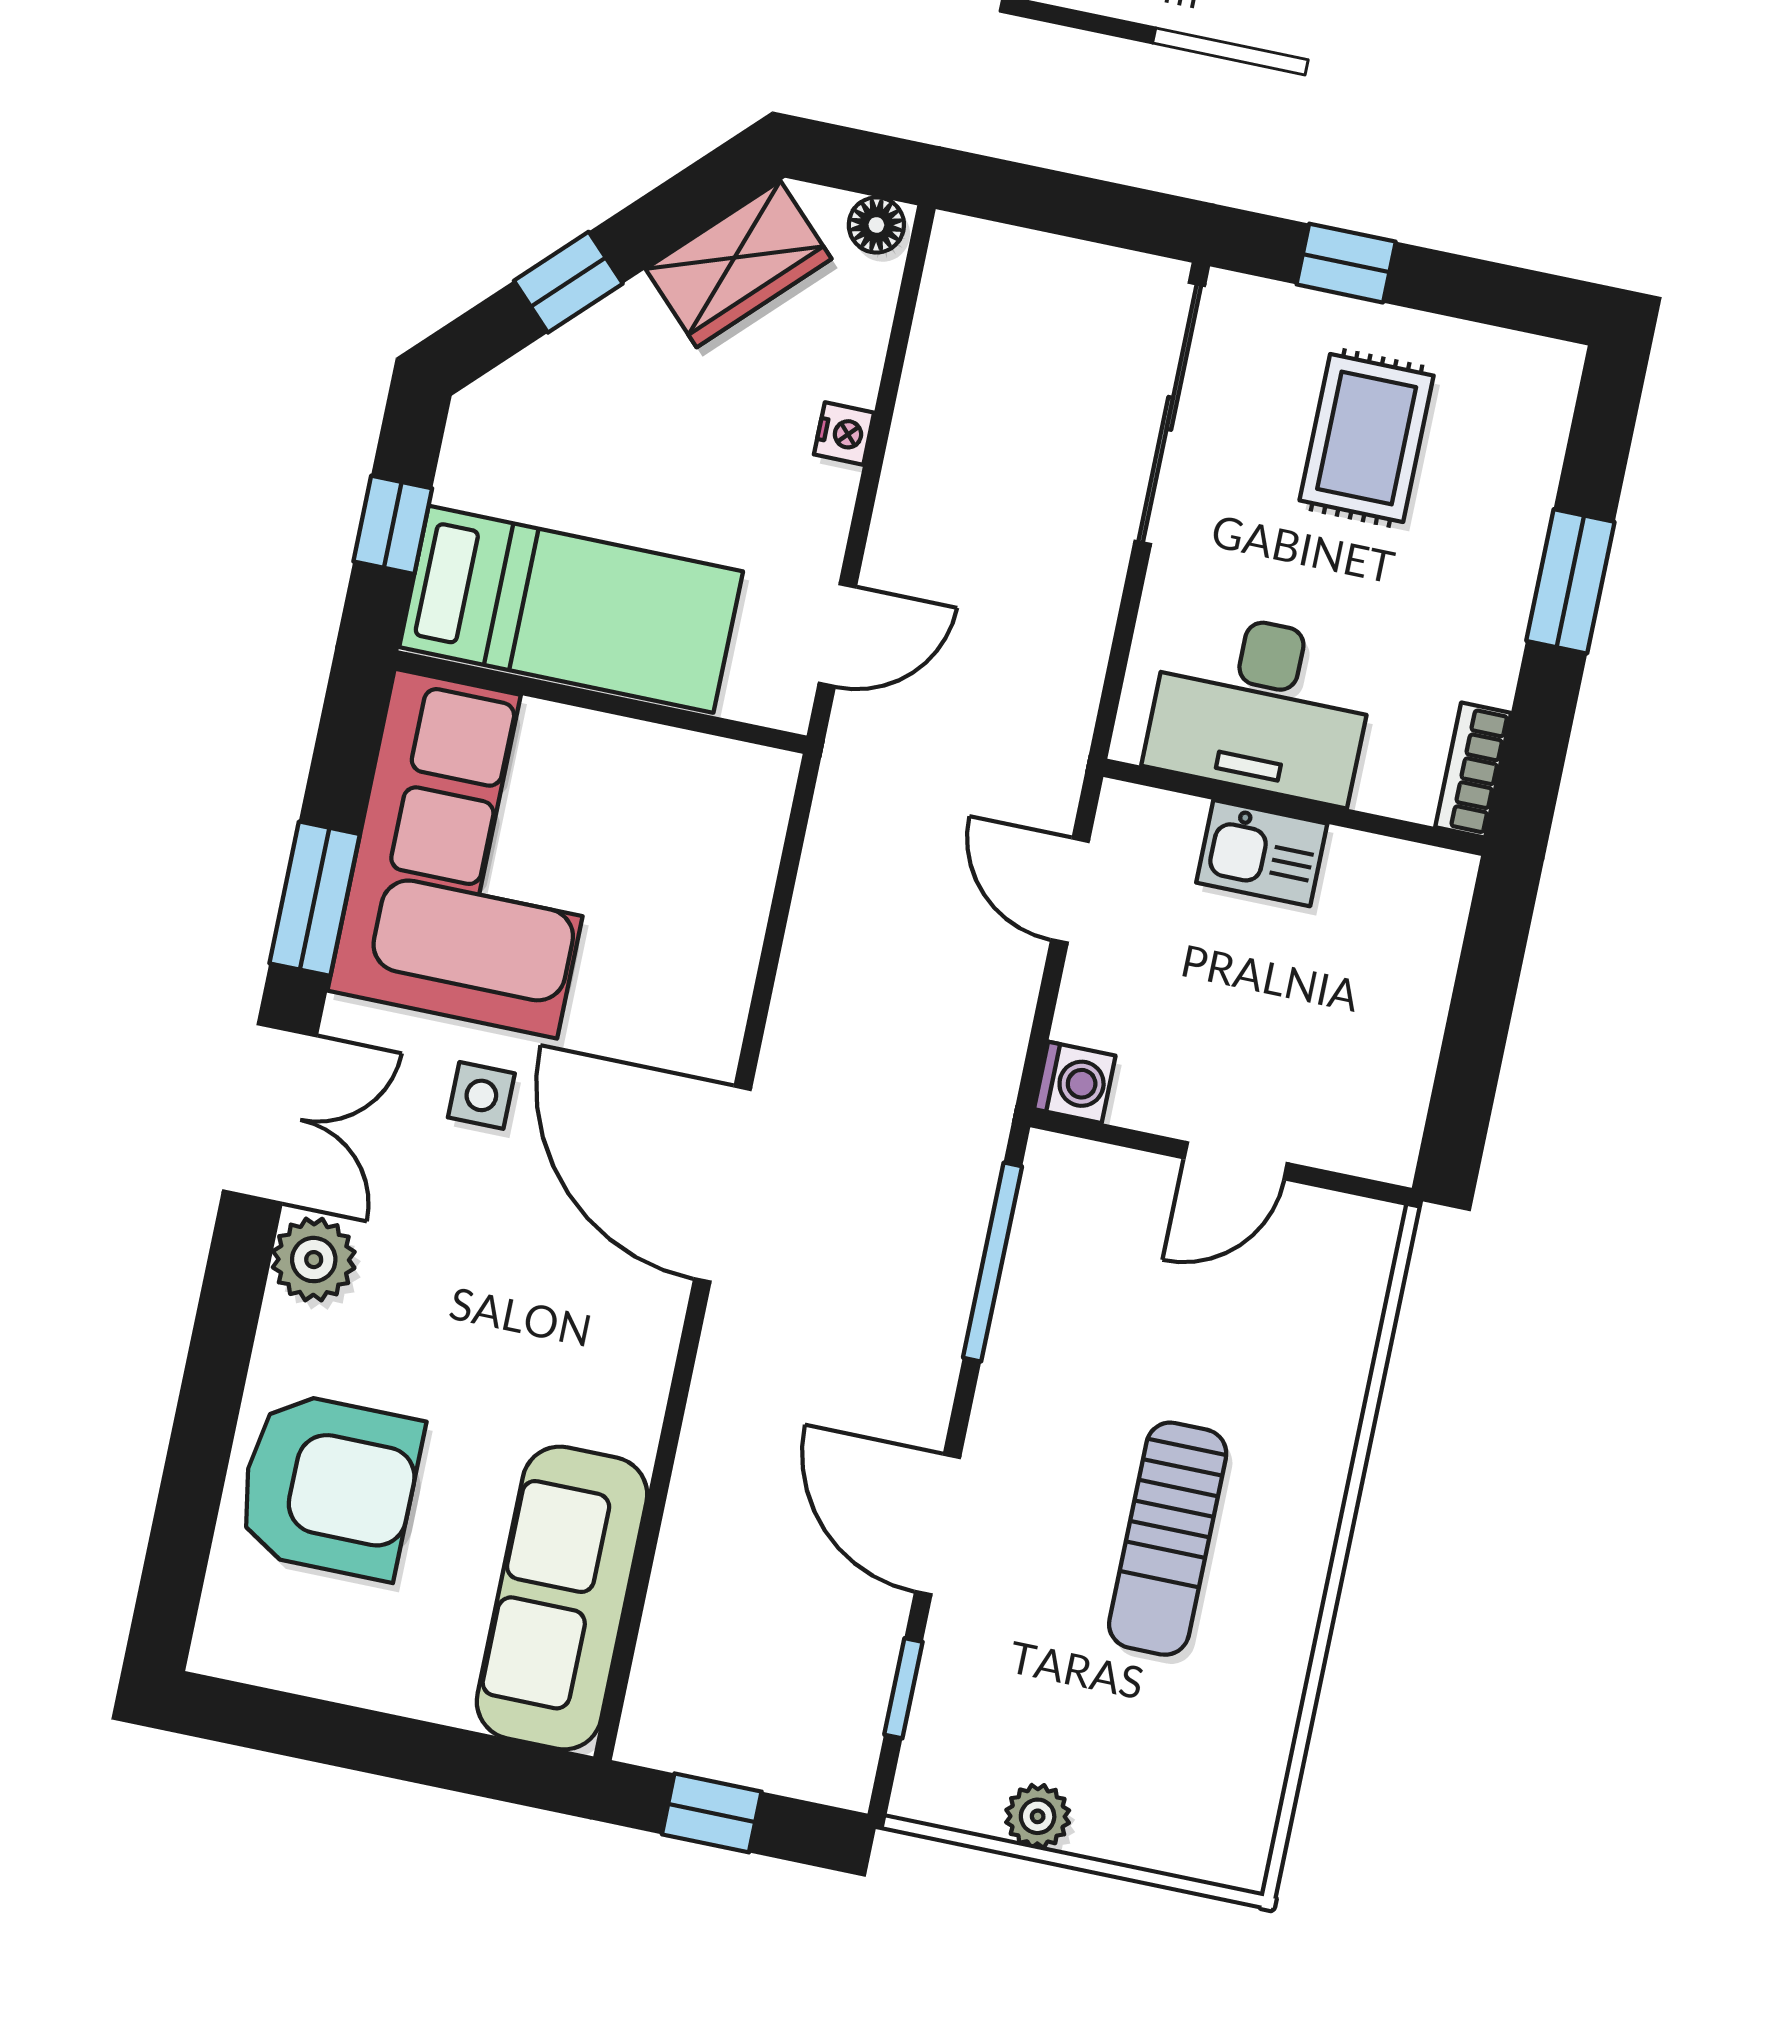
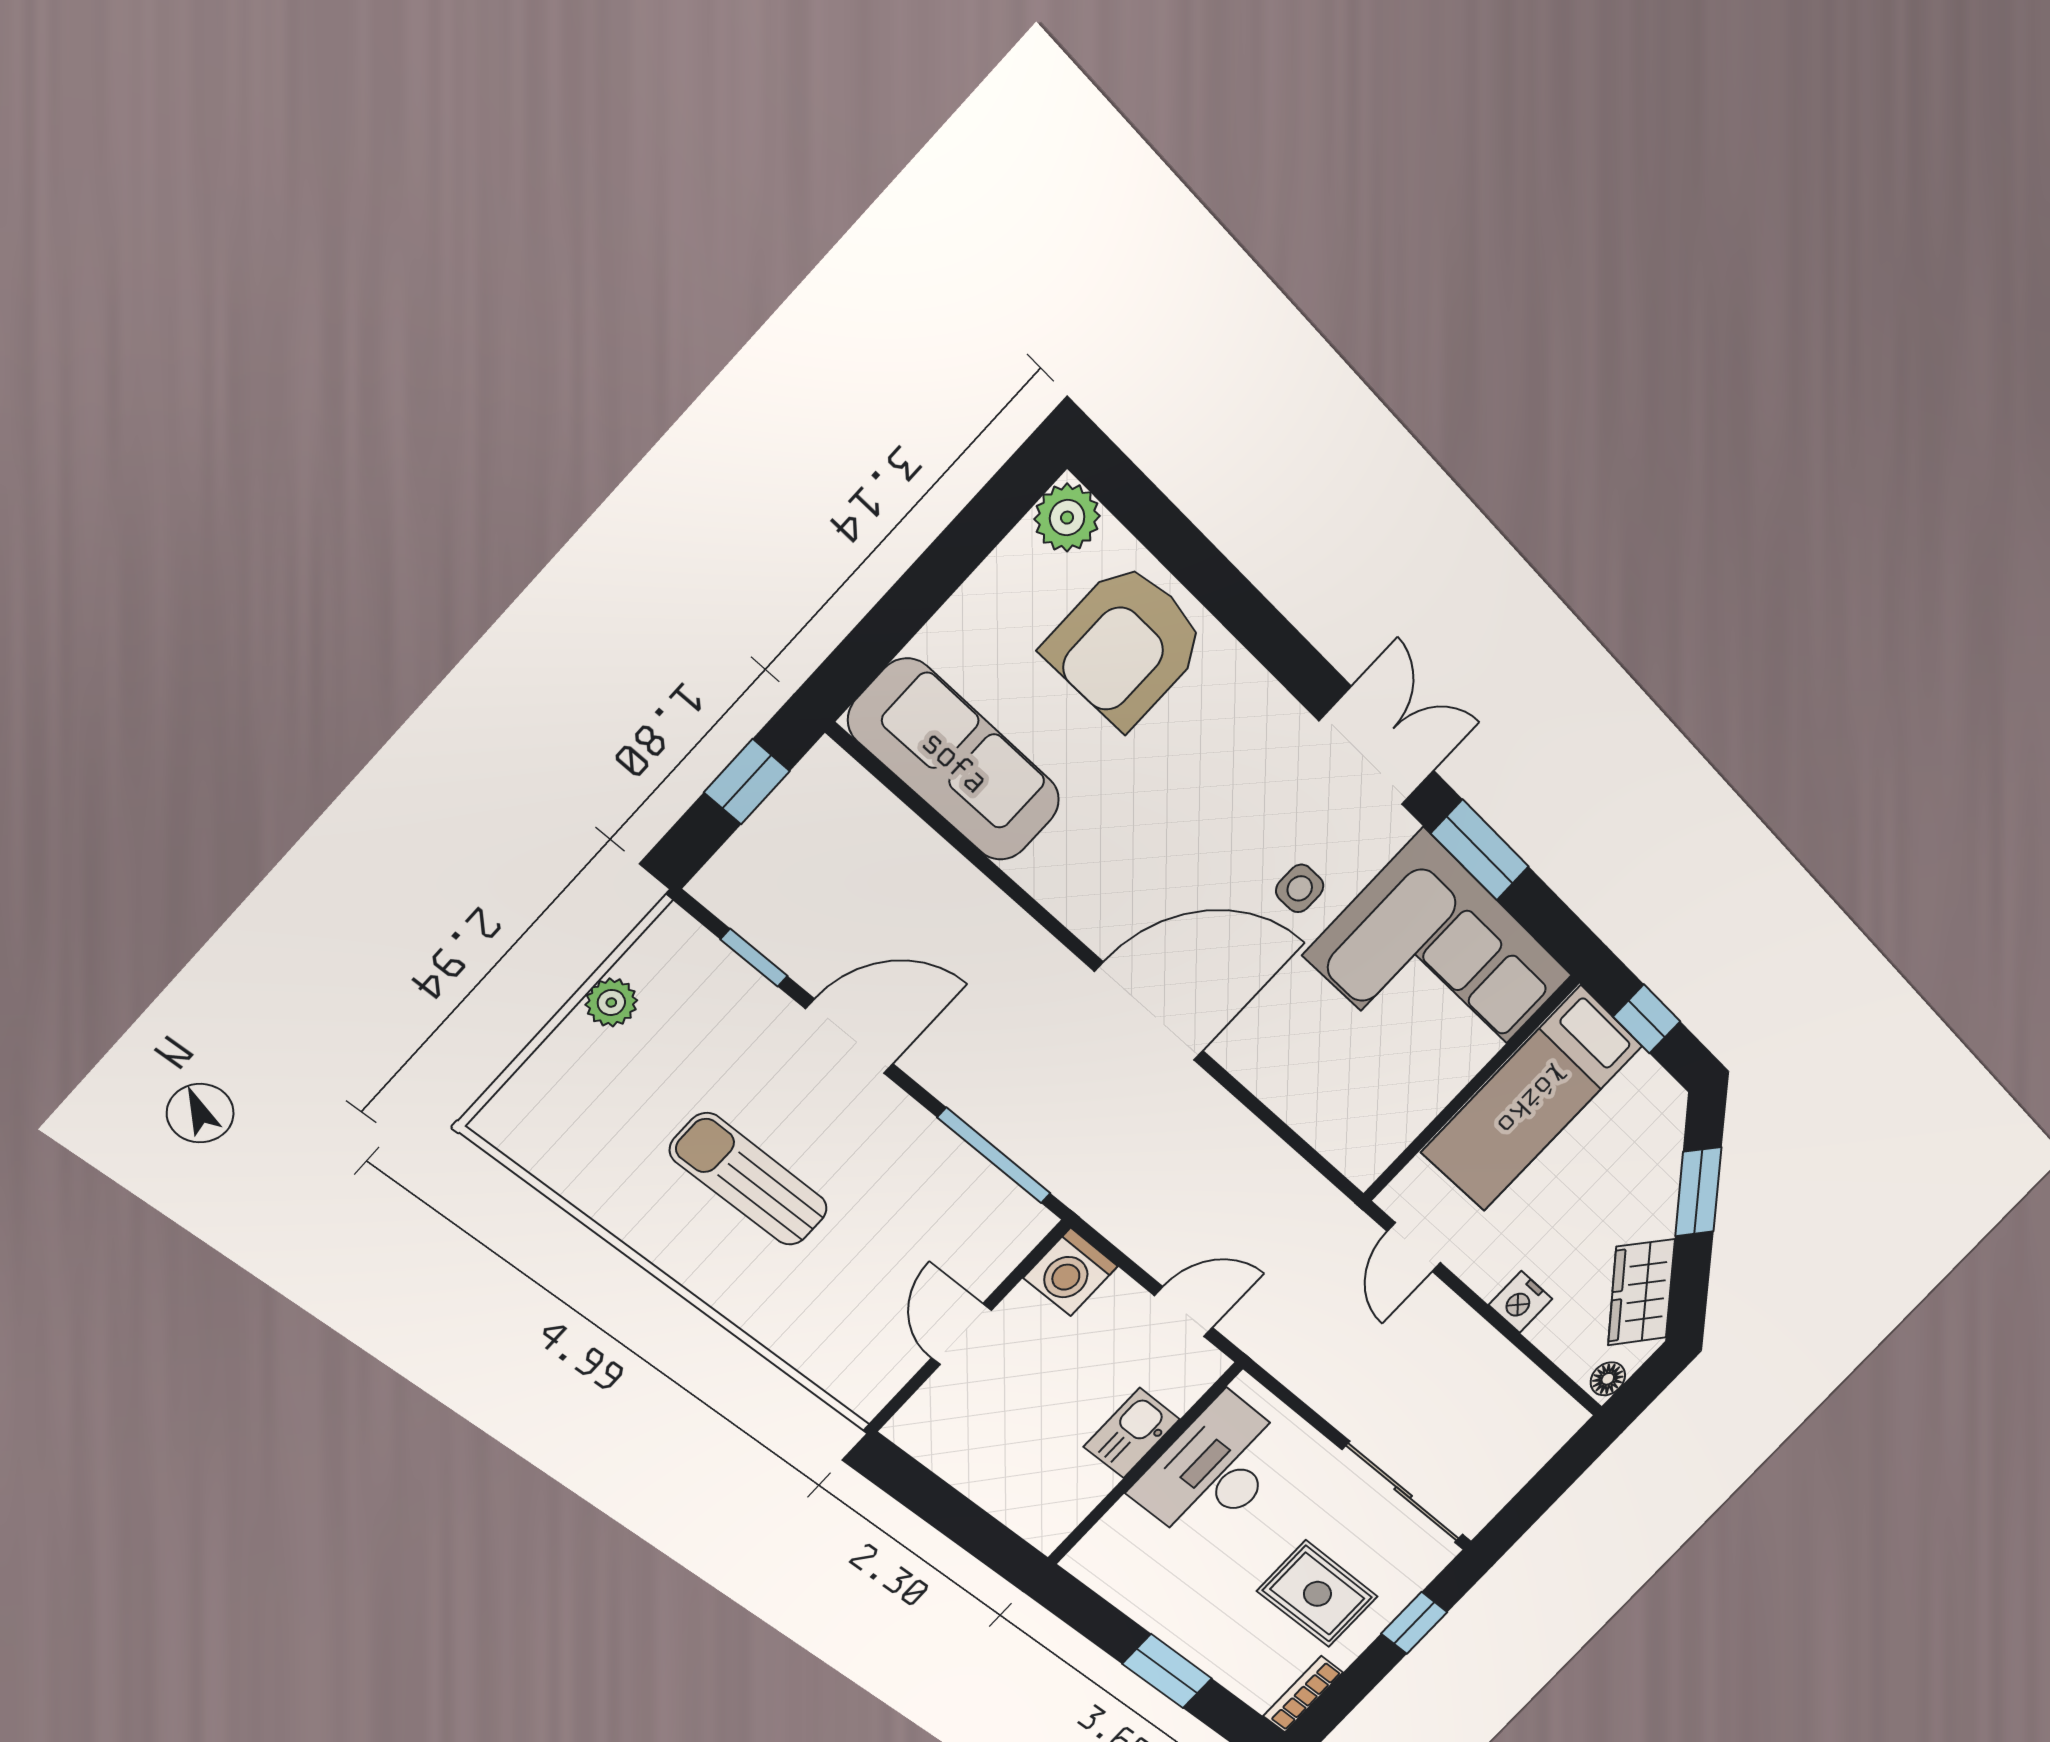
window: (568, 282) -> (1698, 1192), width x1.50
nightstand: (844, 434) -> (1520, 1302), width x1.39, depth x1.35
bookcase: (1473, 770) -> (1303, 1694), moved, turned -90
washing machine: (1075, 1082) -> (1071, 1272), width x1.38, depth x1.38
double door: (270, 1113) -> (1377, 746), swing flipped
plant: (314, 1260) -> (1067, 518), moved

